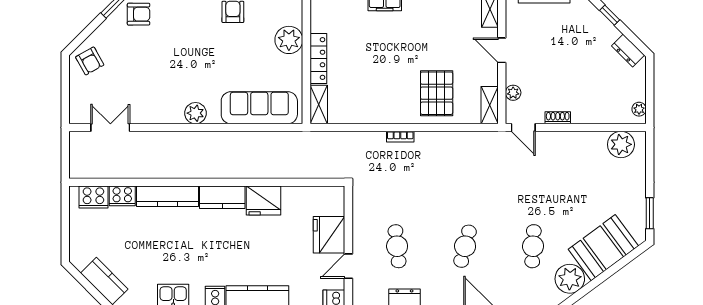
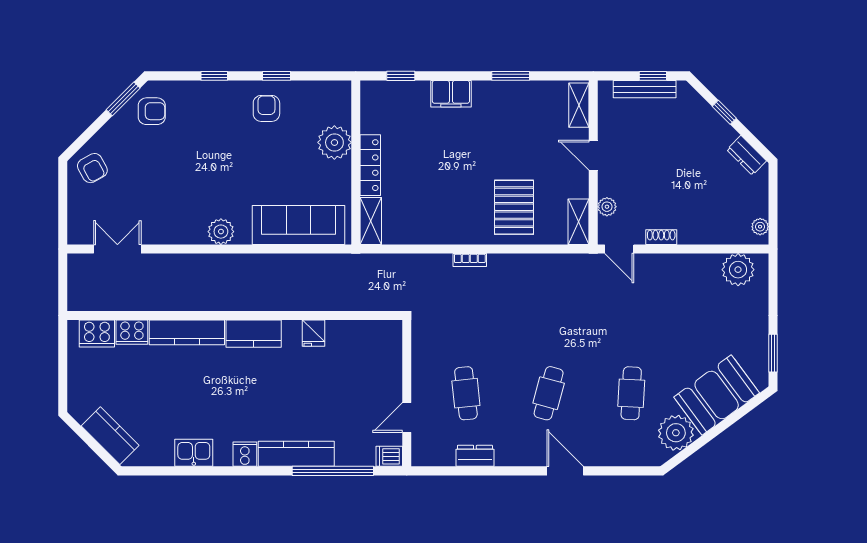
fridge: (264, 200) -> (313, 333), width x0.53, depth x0.75
fridge: (329, 235) -> (383, 379), removed

